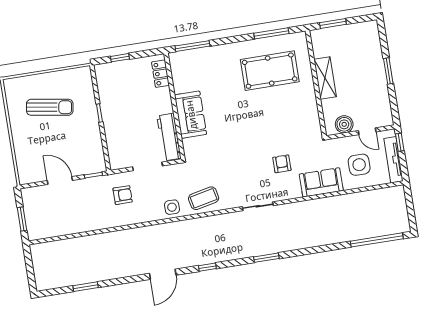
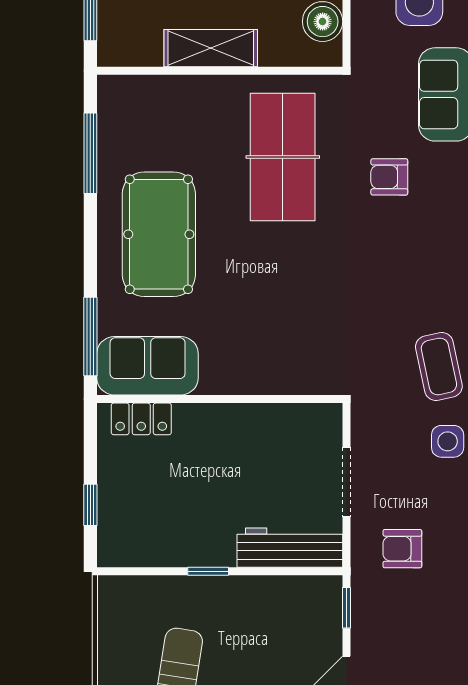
pool table: (270, 71) -> (159, 234), moved
sofa: (191, 115) -> (148, 366), moved
table tennis table: (283, 117) -> (283, 157), added
workbench: (169, 137) -> (290, 548), moved, turned 180
armchair: (123, 195) -> (402, 549), turned -90

